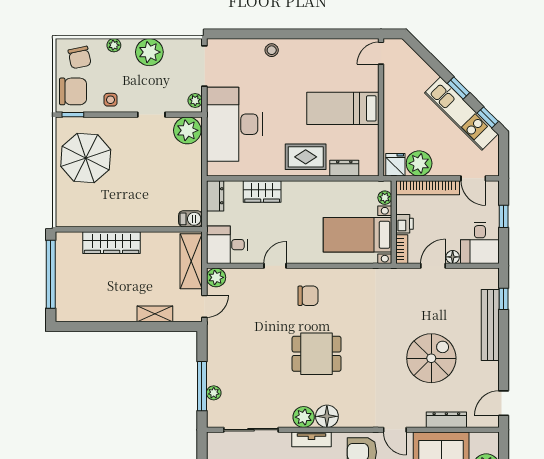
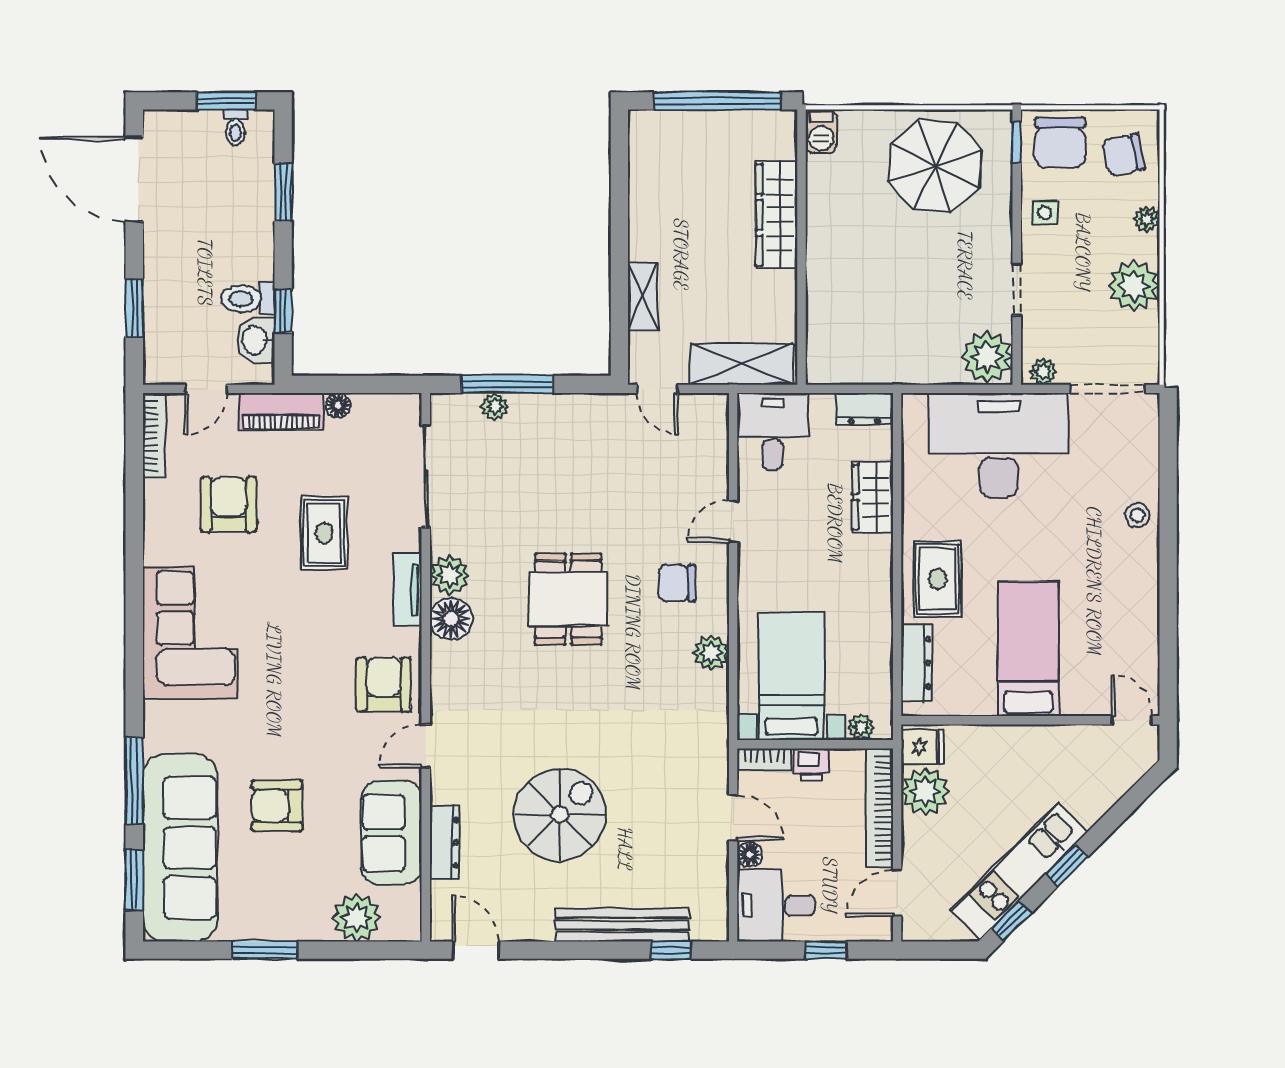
dresser: (344, 168) -> (916, 663), width x1.44
barbecue: (190, 219) -> (821, 131), moved
door: (275, 266) -> (733, 521), swing flipped
plant: (216, 277) -> (711, 653), moved
chair: (308, 296) -> (677, 583), turned 90
spiral stairs: (431, 358) -> (560, 814), turned -90

